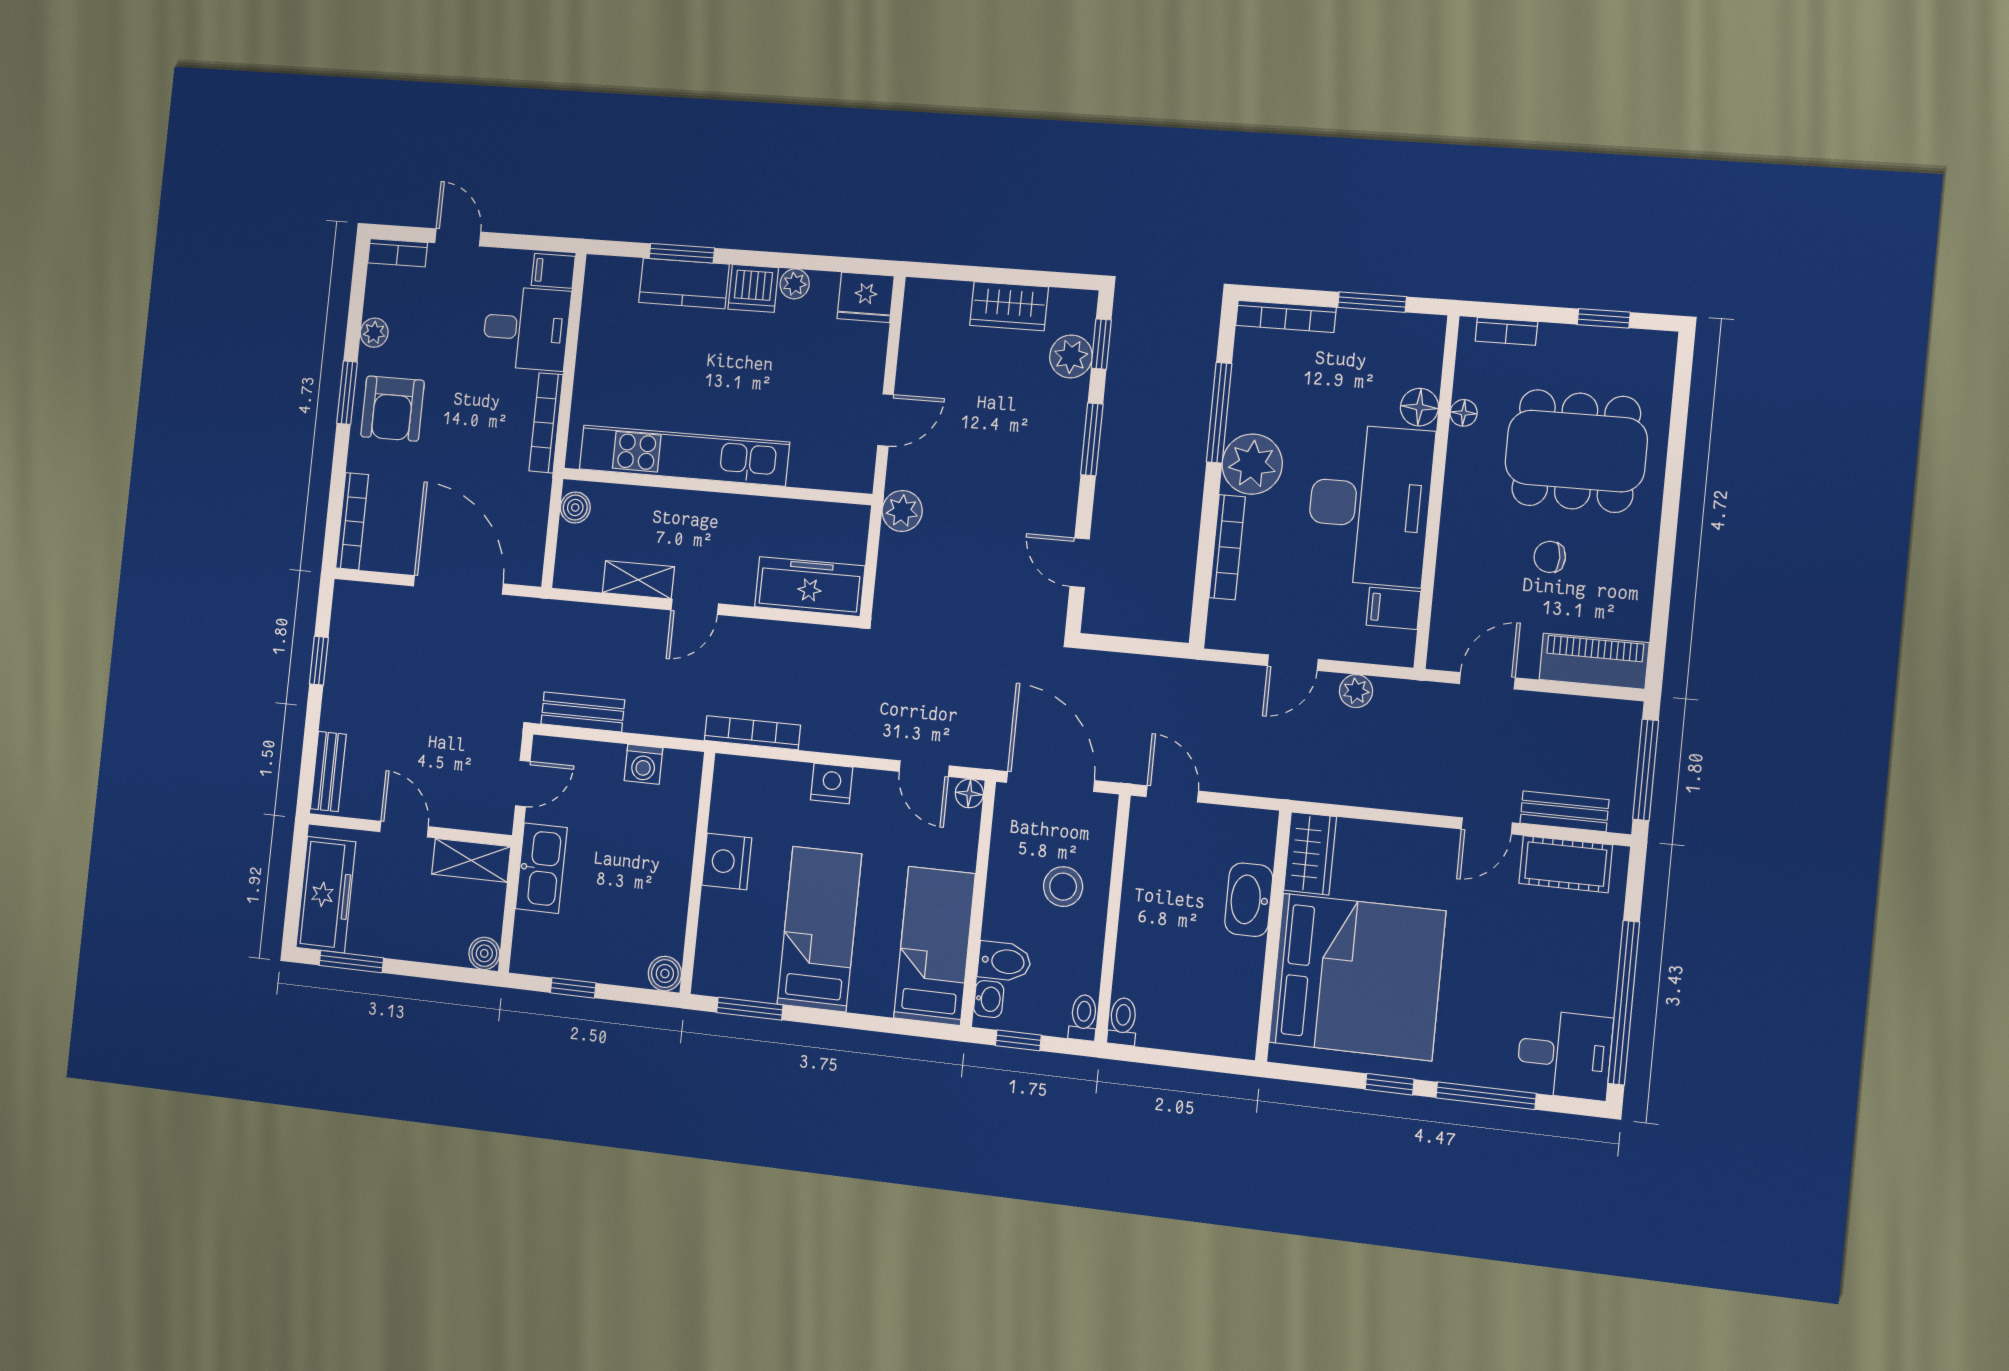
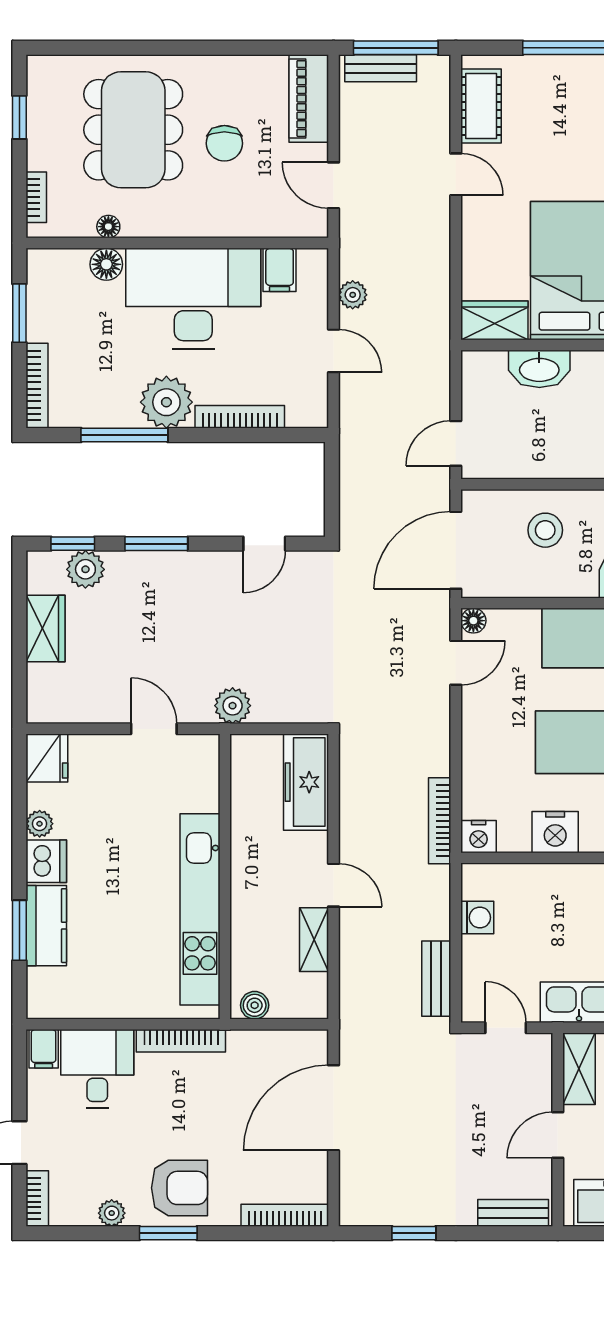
chair: (1550, 557) -> (224, 143), width x1.37, depth x1.37
nightstand: (832, 784) -> (479, 837), moved, turned -90
bench: (1564, 811) -> (381, 68), moved, turned 90

